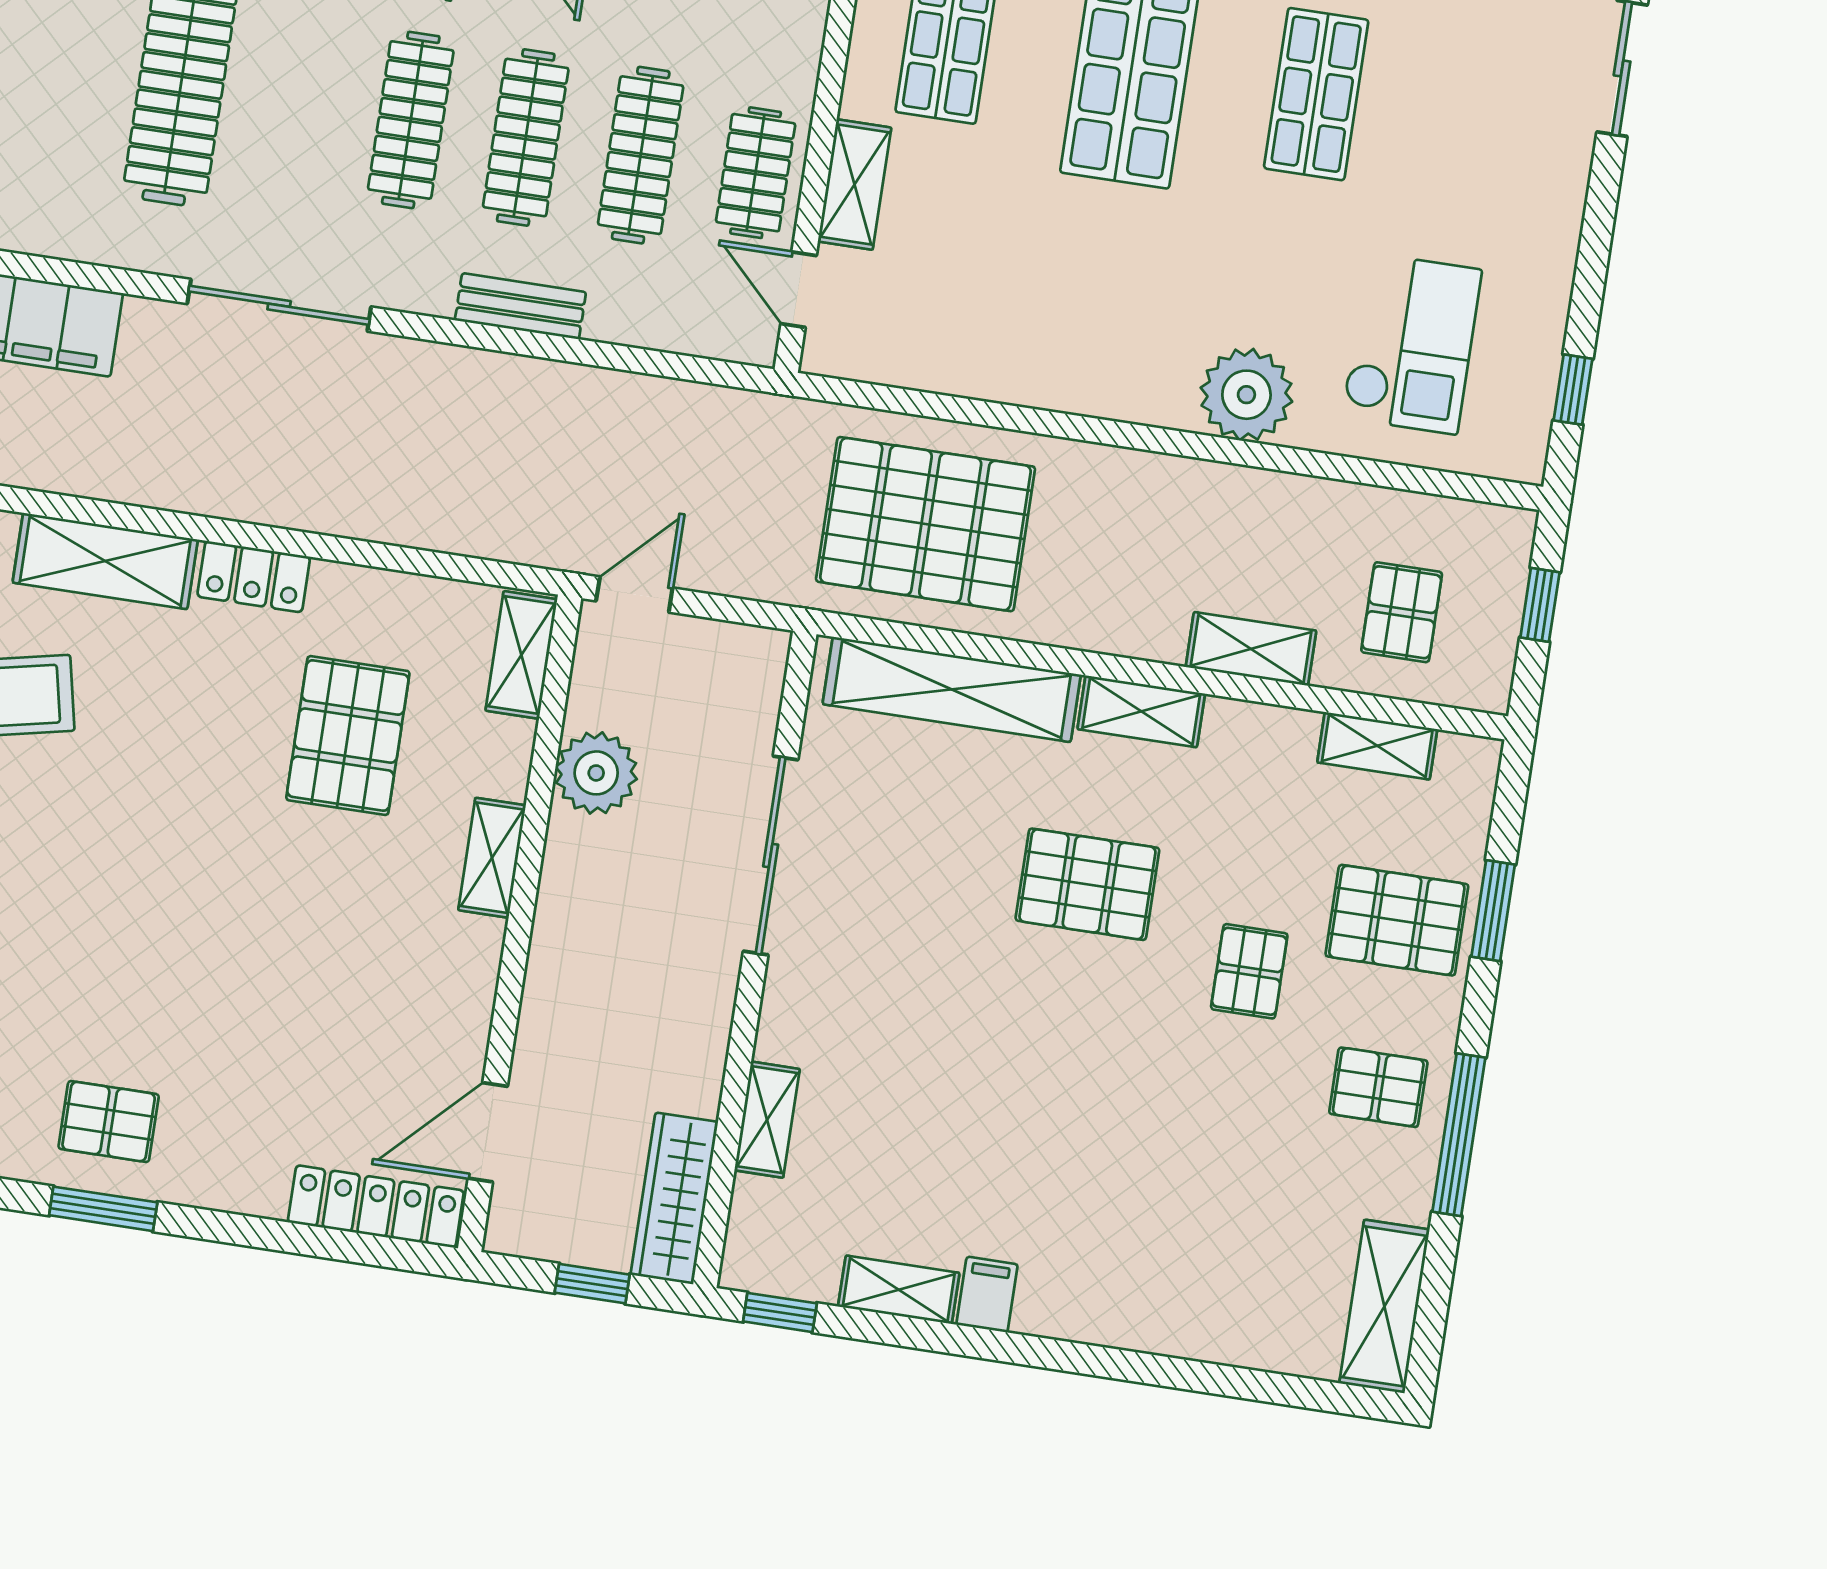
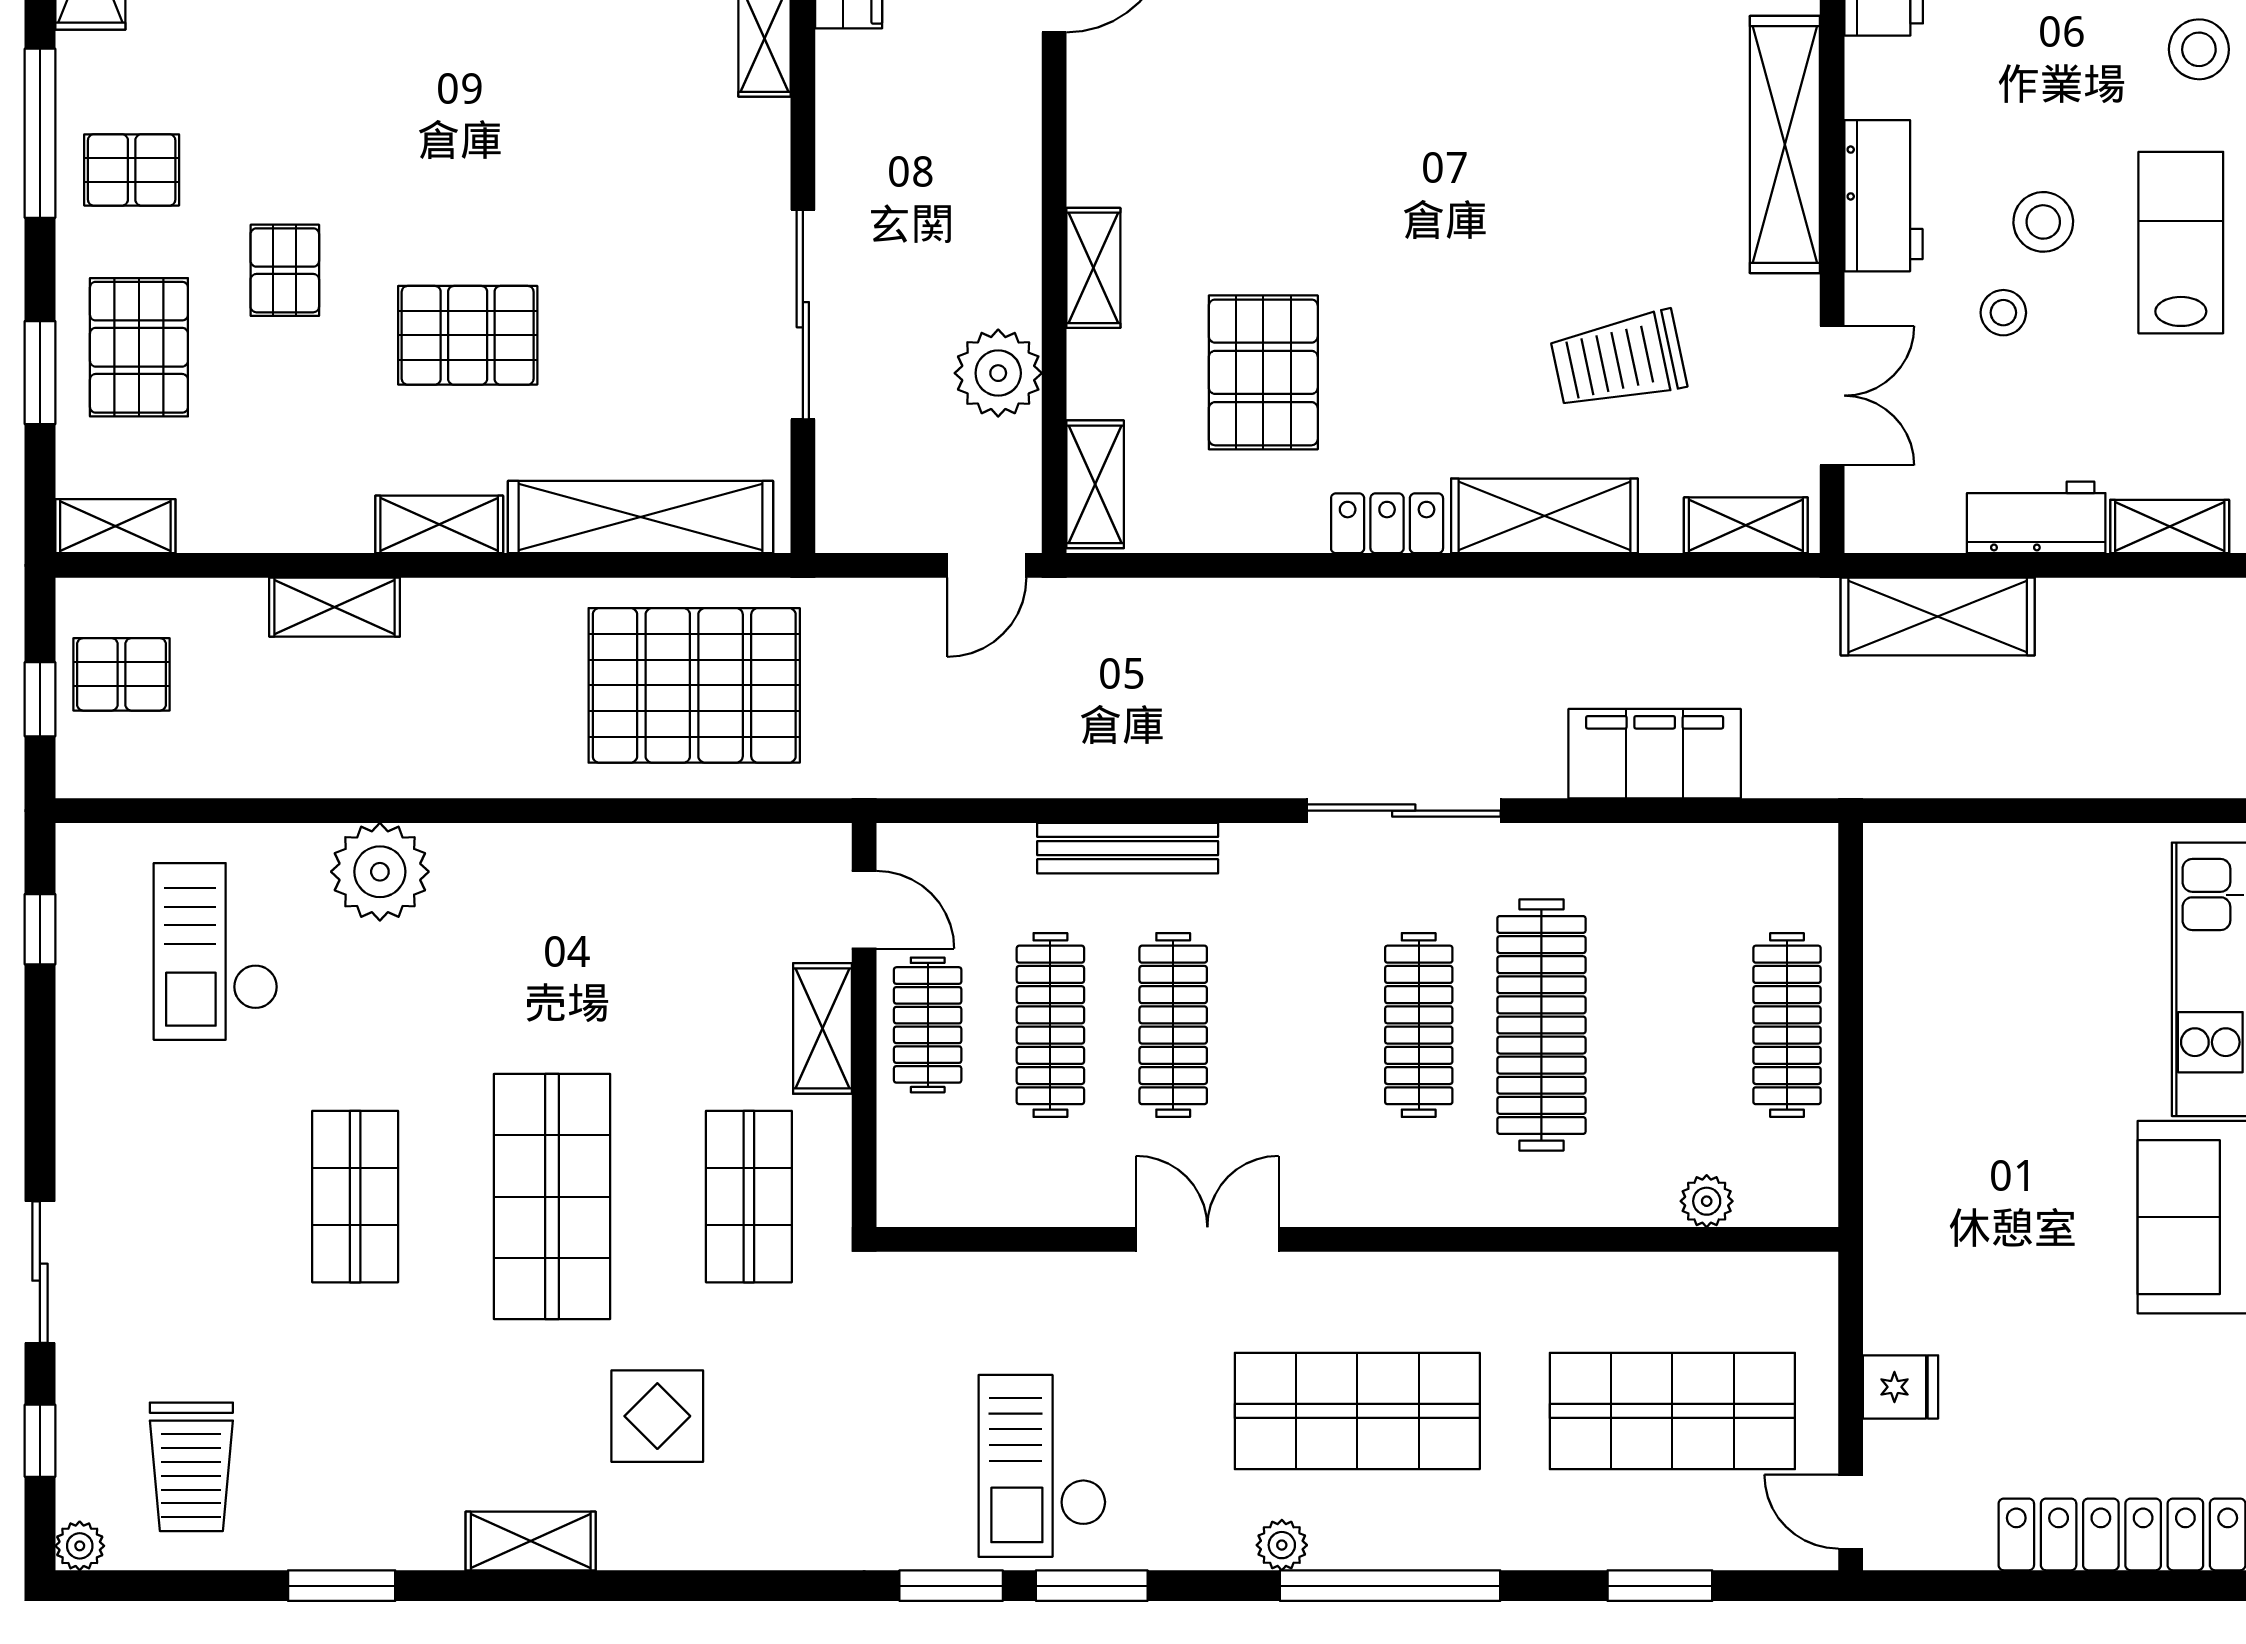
clothes rail: (411, 120) -> (1419, 1025), moved
bench: (520, 306) -> (1128, 848), width x1.36
pallet: (1402, 612) -> (122, 674), moved, turned 90
shelving: (1377, 746) -> (115, 526), moved
pallet: (1397, 920) -> (139, 347), turned 90

